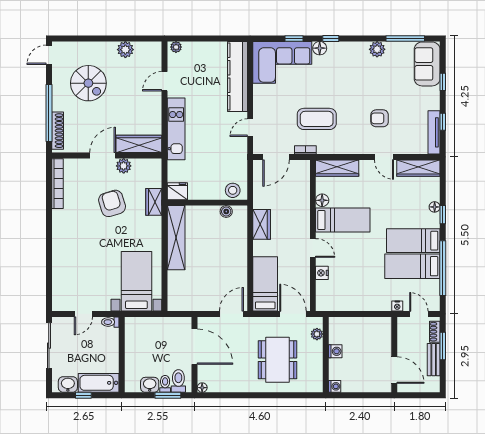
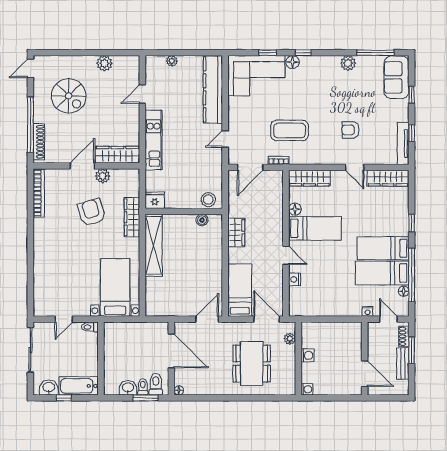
plant: (176, 47) -> (172, 61), moved
wardrobe: (154, 202) -> (132, 217), width x1.50
floor lamp: (435, 207) -> (404, 291), moved

